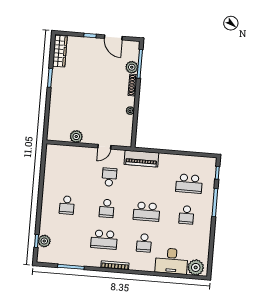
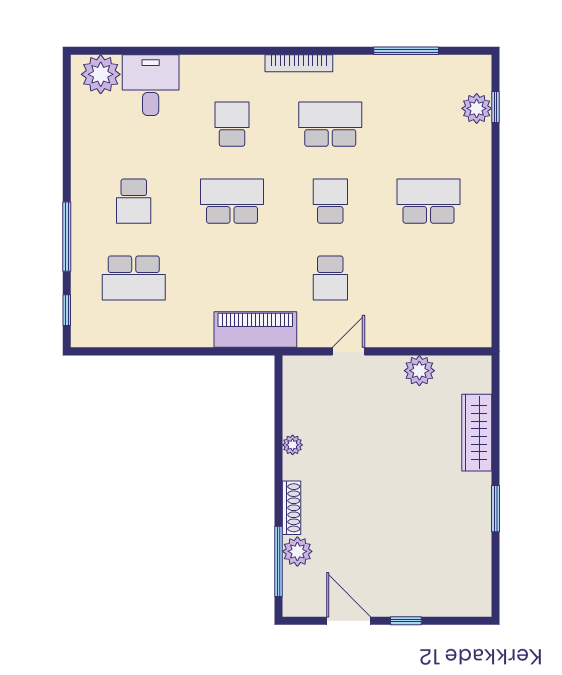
wardrobe: (60, 51) -> (477, 433), moved
school desk: (189, 184) -> (134, 278), turned 180
school desk: (67, 205) -> (429, 201), width x1.85
school desk: (186, 215) -> (134, 201), turned 180
desk: (172, 261) -> (151, 85), width x0.73

